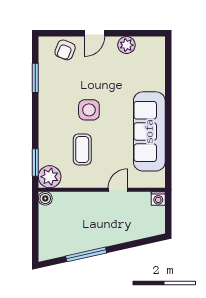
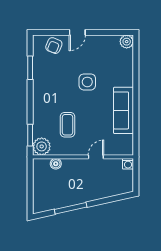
plant: (126, 45) -> (127, 42), moved
side table: (89, 110) -> (87, 82), moved
sofa: (149, 131) -> (124, 110), width x0.74, depth x0.79
boiler: (45, 198) -> (56, 164), moved

